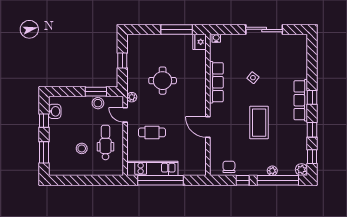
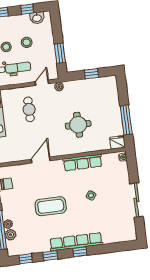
round table: (163, 81) -> (78, 125), moved
row of seats: (301, 100) -> (76, 242), width x1.36
stool: (98, 103) -> (27, 42), moved
plant: (301, 170) -> (11, 235), moved

